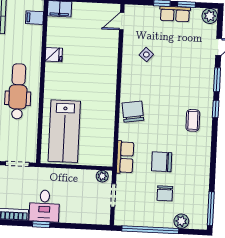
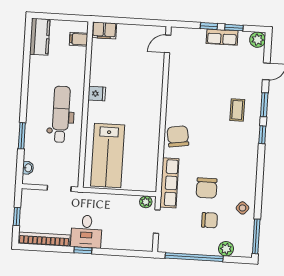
fridge: (54, 55) -> (97, 94), moved
side table: (146, 55) -> (243, 208), moved
coffee table: (193, 120) -> (237, 110), moved
row of seats: (125, 157) -> (169, 183), width x1.48
chair: (162, 162) -> (207, 188), turned -90
chair: (165, 193) -> (210, 220), turned -90

